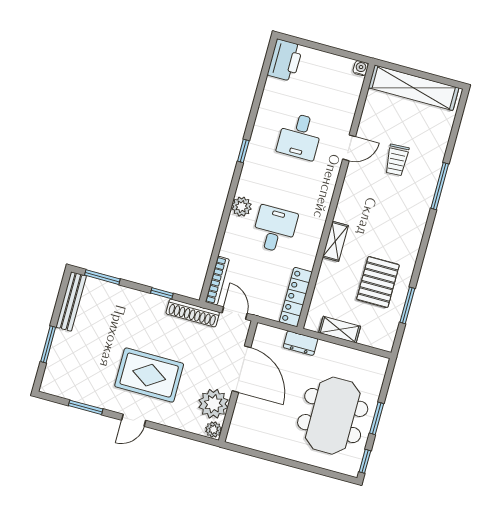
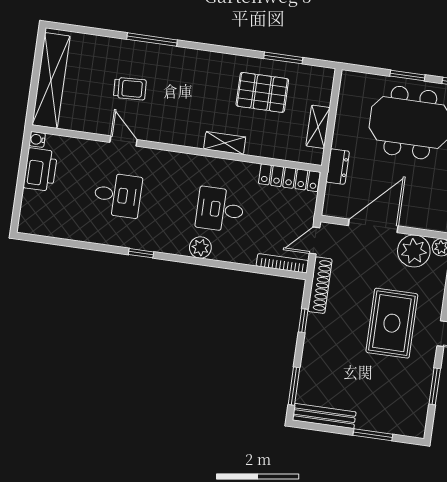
printer: (285, 60) -> (40, 170), moved, turned 90

